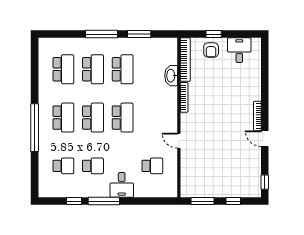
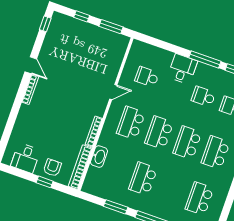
school desk: (93, 69) -> (131, 123), moved
door: (179, 141) -> (113, 92), hinge flipped

